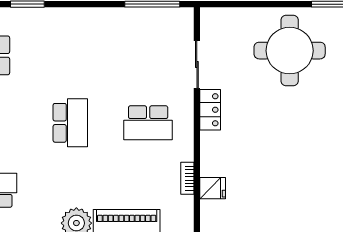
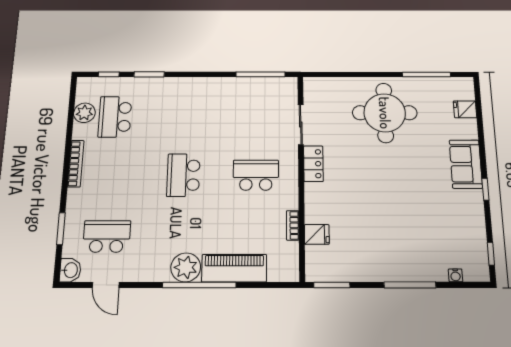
school desk: (70, 123) -> (183, 175), turned 180
school desk: (148, 123) -> (256, 175), turned 180

